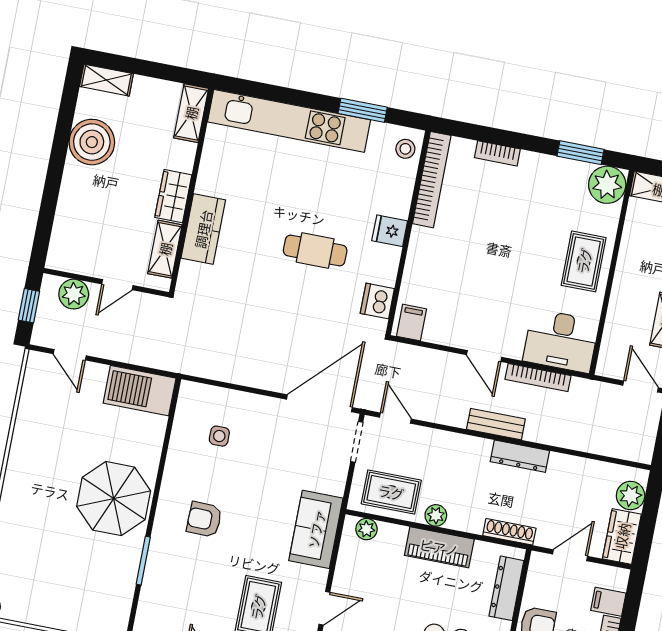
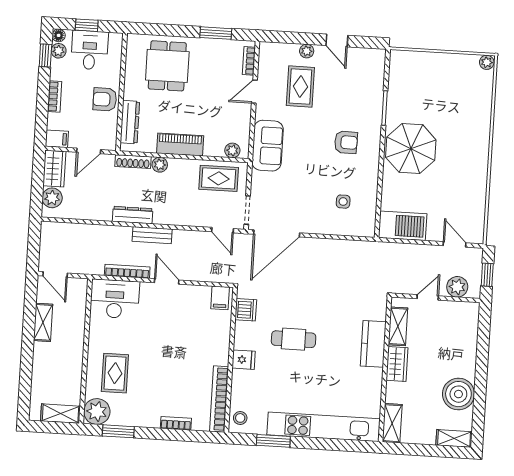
rug: (584, 261) -> (115, 373), moved
plant: (436, 515) -> (160, 165), moved
filing cabinet: (608, 602) -> (57, 139), moved

